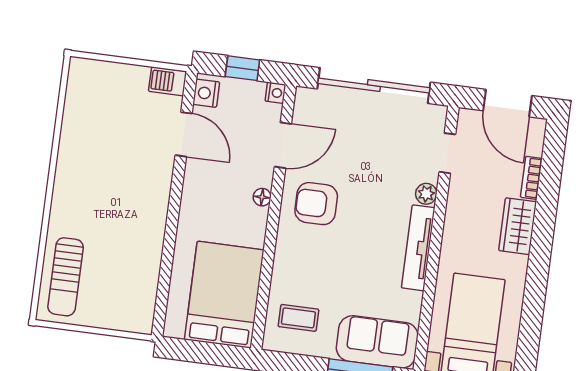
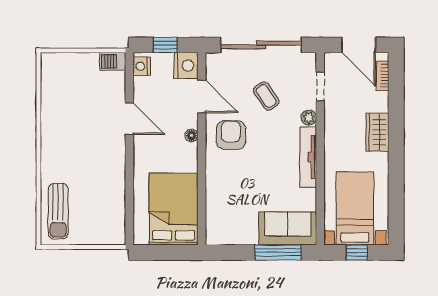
nightstand: (275, 93) -> (186, 66), width x1.89, depth x1.79
door: (184, 134) -> (129, 119), moved
door: (283, 145) -> (202, 96), hinge flipped
bookcase: (531, 178) -> (383, 76), moved
armchair: (316, 204) -> (231, 135), turned 90
coffee table: (298, 318) -> (266, 96), moved, turned 56

